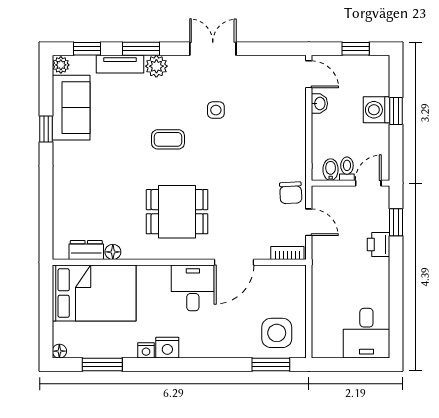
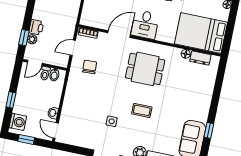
washing machine: (377, 110) -> (18, 122), moved
chair: (291, 193) -> (90, 67), moved
door: (309, 222) -> (73, 48), hinge flipped
plant: (381, 222) -> (32, 39), added

